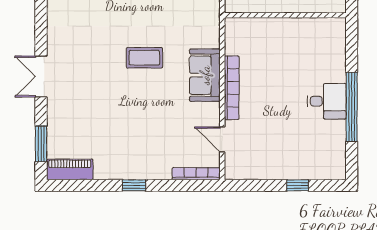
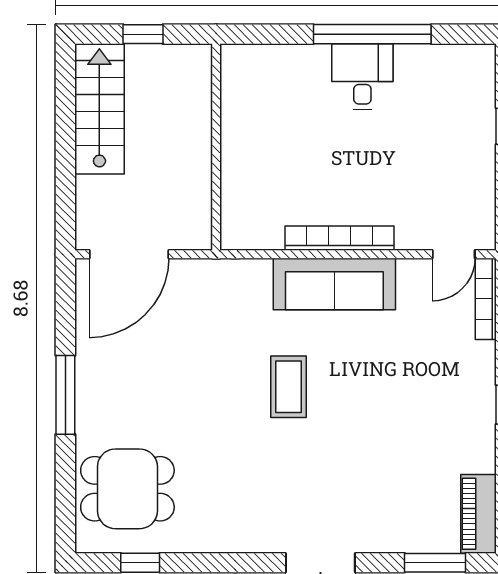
sofa: (205, 75) -> (334, 284), width x1.36
door: (222, 139) -> (454, 254), moved

